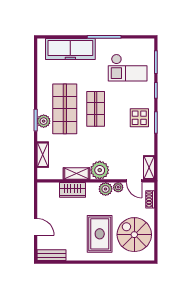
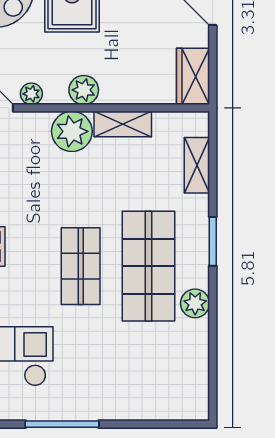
freezer: (70, 49) -> (136, 398), removed
plant: (44, 121) -> (195, 303), moved
plant: (106, 189) -> (84, 90), moved
wardrobe: (72, 190) -> (193, 76), moved, turned -90

